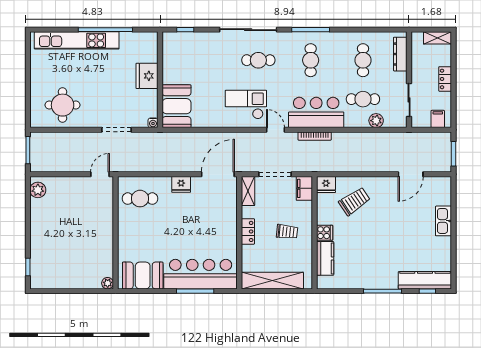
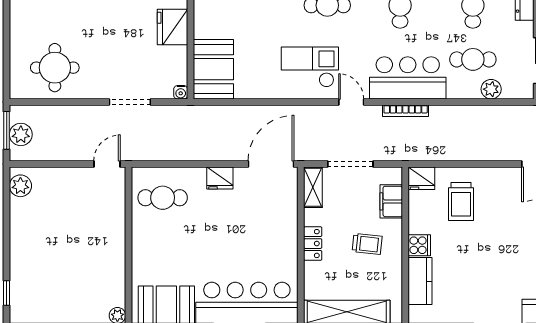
plant: (38, 153) -> (21, 134), added
filing cabinet: (304, 188) -> (391, 201), moved
trolley: (354, 201) -> (461, 202), turned 124

